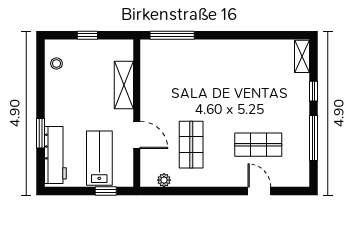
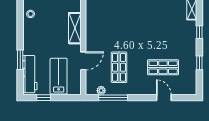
door: (137, 135) -> (83, 61), hinge flipped
window: (314, 138) -> (199, 63), width x0.46
window: (106, 191) -> (44, 98), moved
window: (182, 191) -> (113, 98), added

